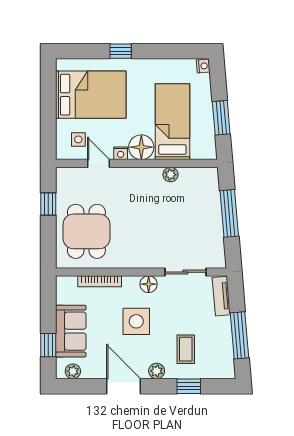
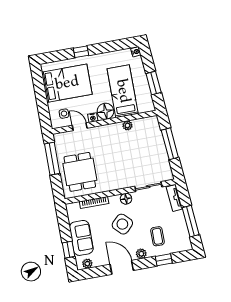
window: (48, 204) -> (52, 159), width x2.17
side table: (136, 321) -> (122, 224), turned 45

